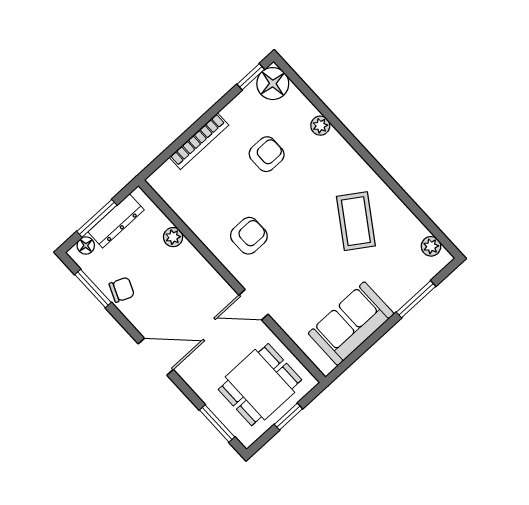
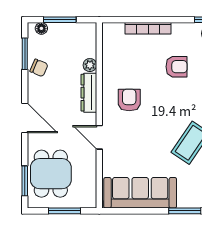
dresser: (116, 221) -> (89, 93), moved, turned 90
armchair: (249, 236) -> (129, 100), turned -90
sofa: (351, 324) -> (140, 193), width x1.36
dining table: (260, 385) -> (51, 174), moved, turned 90
window: (288, 417) -> (64, 211), width x1.50

